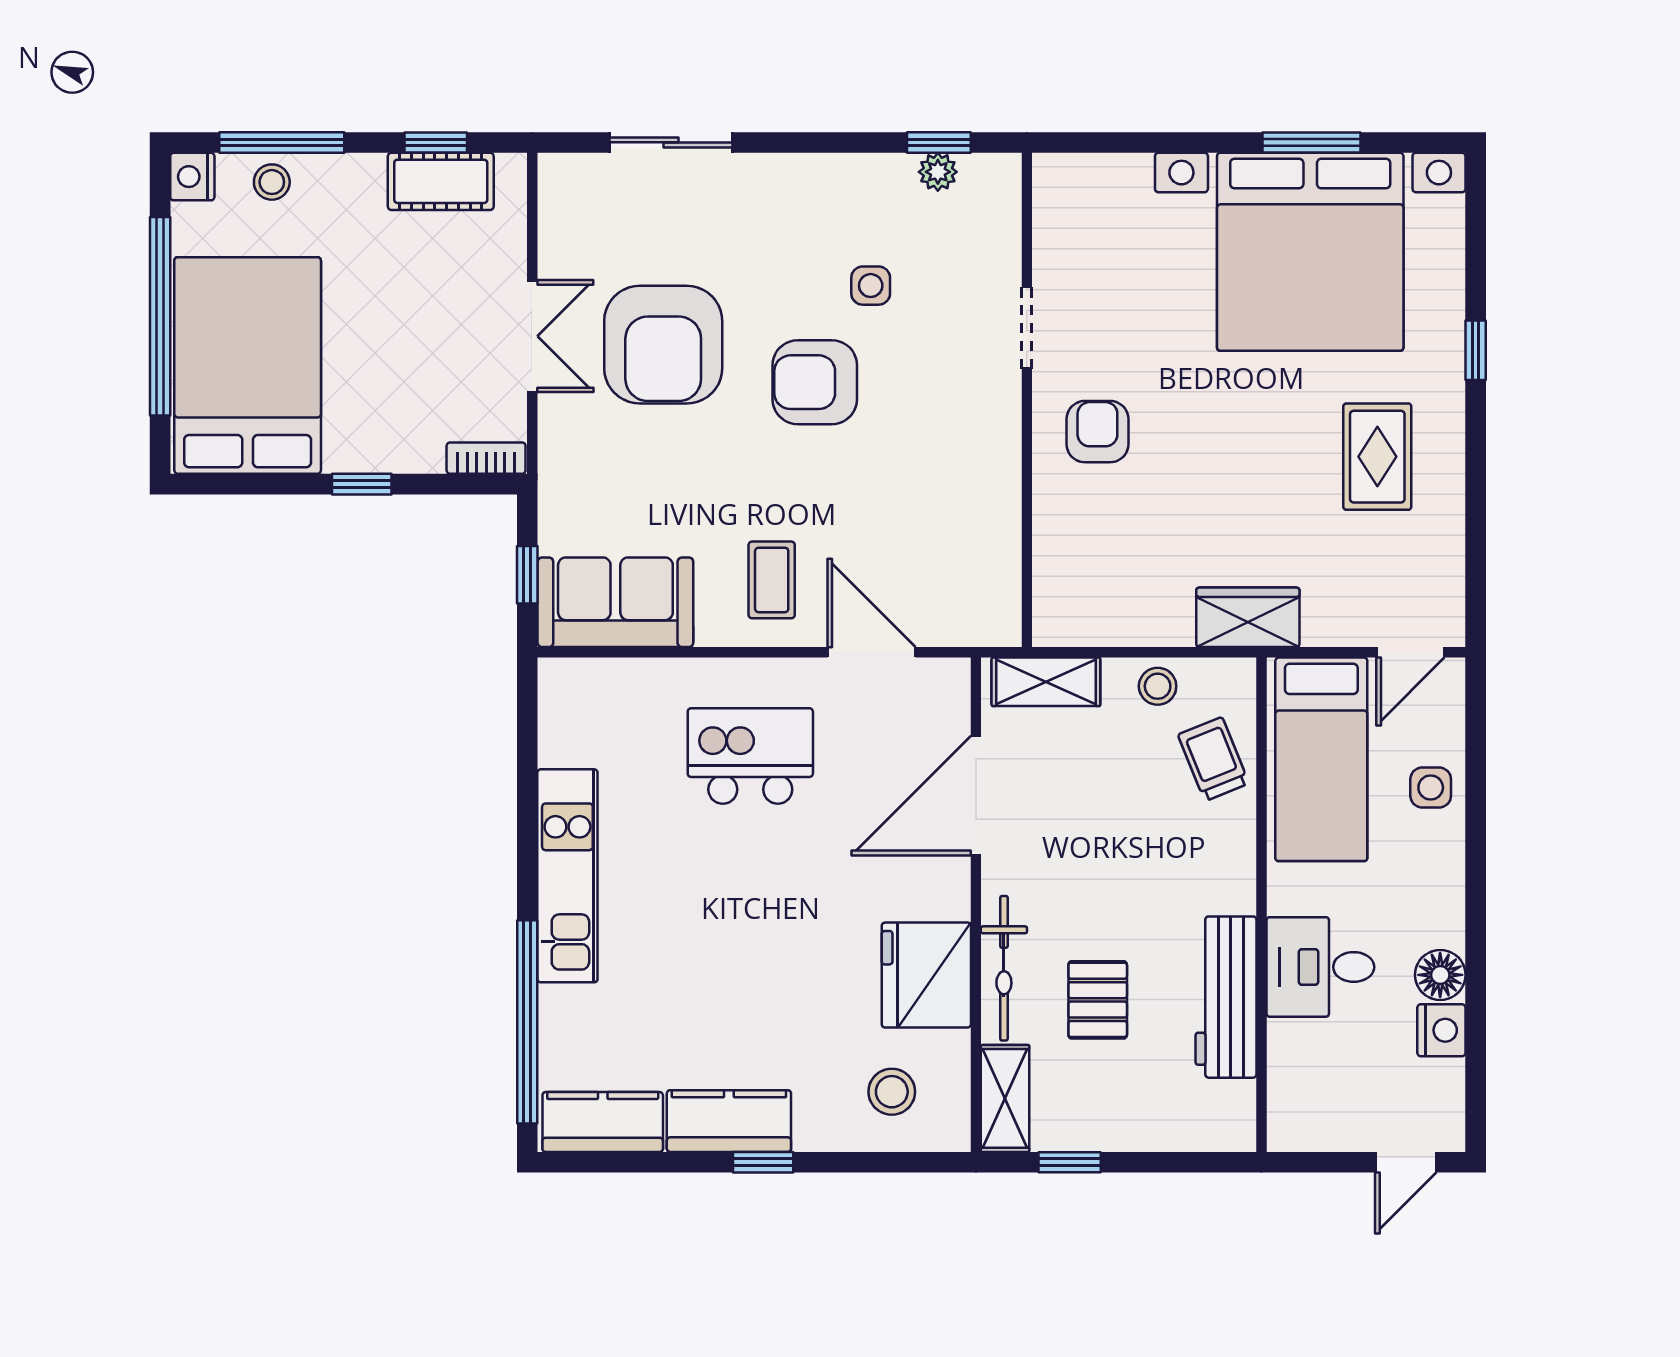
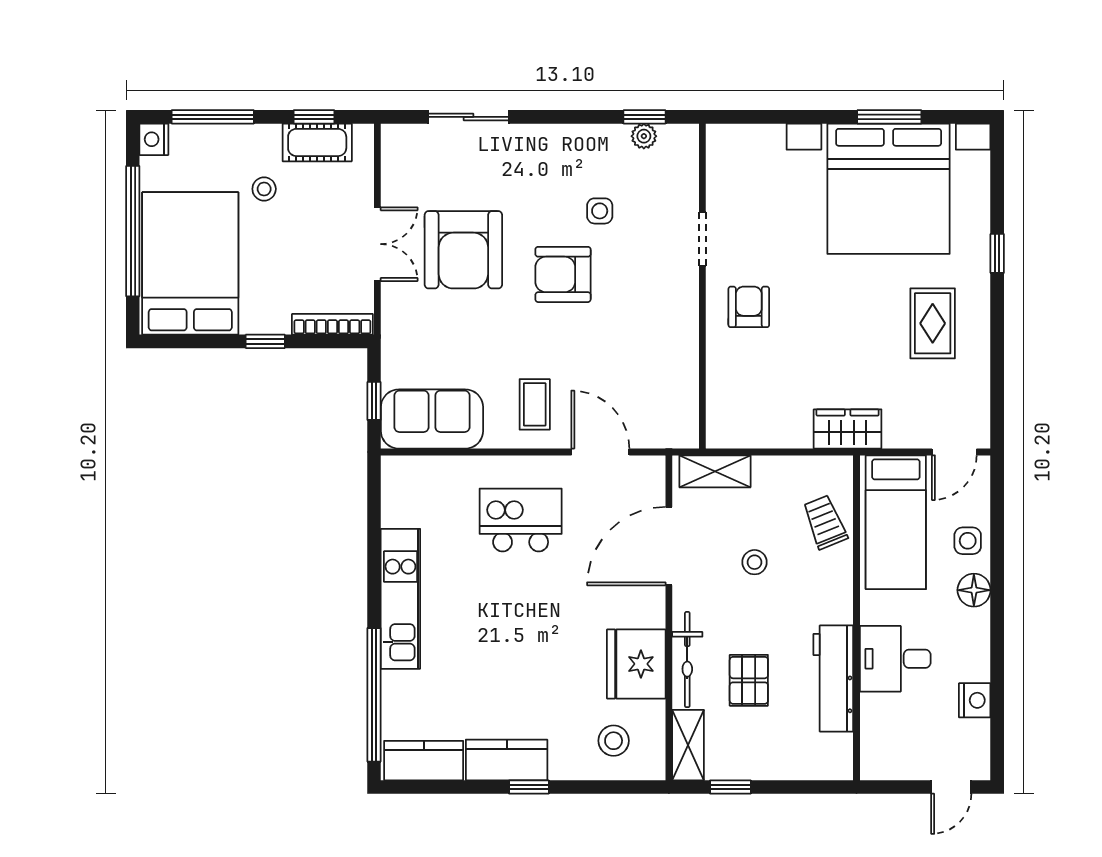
stool: (272, 182) -> (264, 189), moved
bookcase: (486, 458) -> (332, 324), width x1.56
stool: (1158, 686) -> (754, 562), moved
floor lamp: (1440, 975) -> (974, 590), moved

